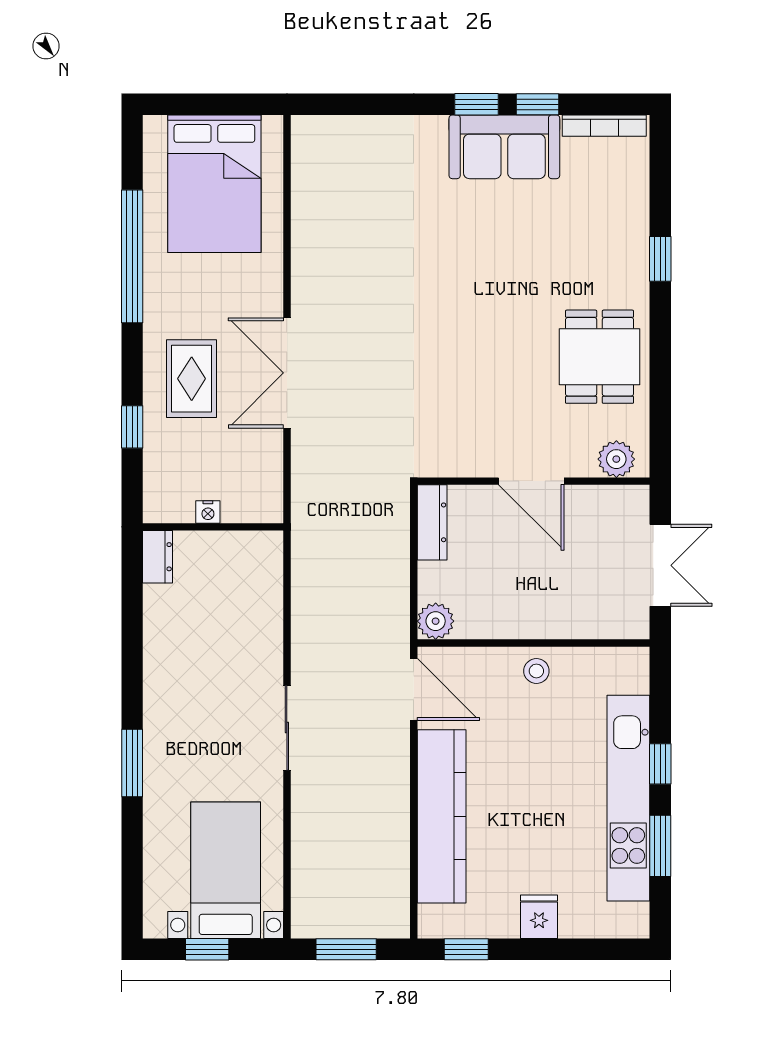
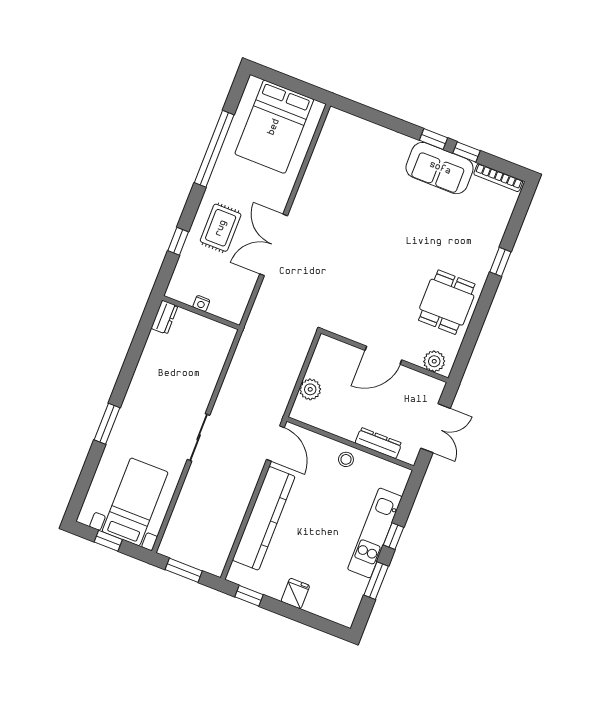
door: (531, 481) -> (383, 355), hinge flipped
dresser: (432, 522) -> (378, 443), moved, turned -90
plant: (436, 621) -> (310, 389), moved
kitchen unit: (628, 798) -> (375, 533), width x0.73

